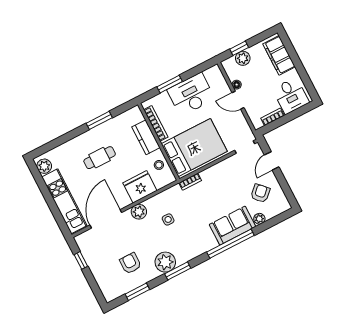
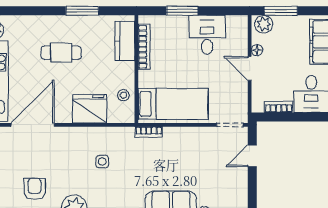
window: (239, 48) -> (281, 11), width x1.50
plant: (243, 58) -> (264, 24), moved
desk: (191, 94) -> (207, 35), width x0.73
kitchen counter: (146, 137) -> (125, 41), moved
bed: (194, 148) -> (173, 104), width x0.67
armchair: (260, 193) -> (221, 186), removed
plant: (139, 212) -> (74, 136), removed

